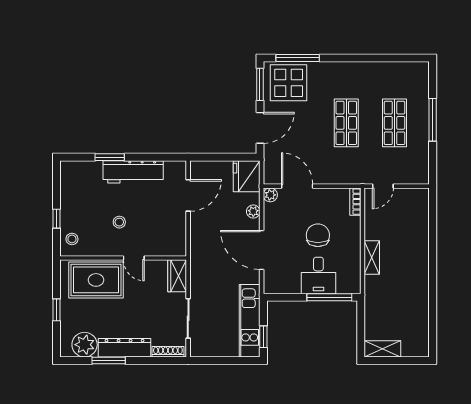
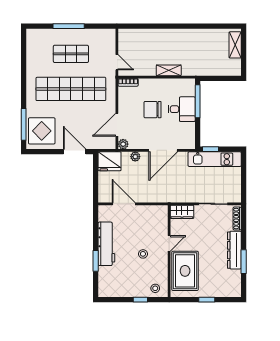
window: (260, 84) -> (43, 152), removed
shop shelf: (346, 123) -> (71, 89), width x2.00, depth x1.36
window: (263, 337) -> (210, 149), moved
plant: (85, 345) -> (232, 279), removed
shelving: (382, 349) -> (235, 45), moved

